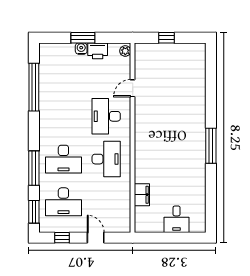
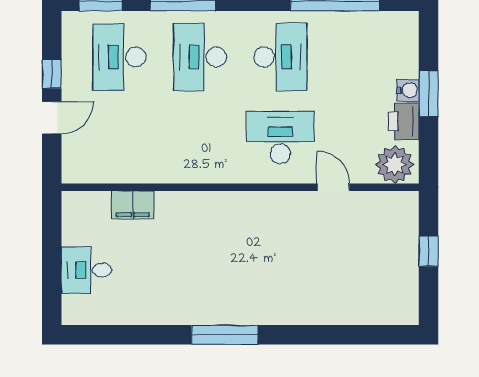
plant: (125, 51) -> (395, 165), width x1.88, depth x1.88
desk: (106, 159) -> (280, 57), moved, turned -90
window: (62, 238) -> (52, 74), moved

